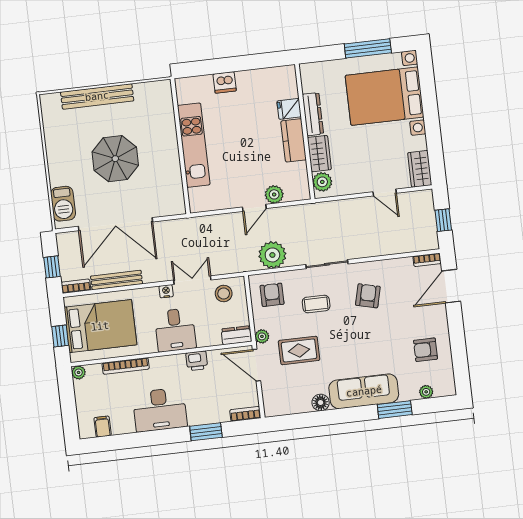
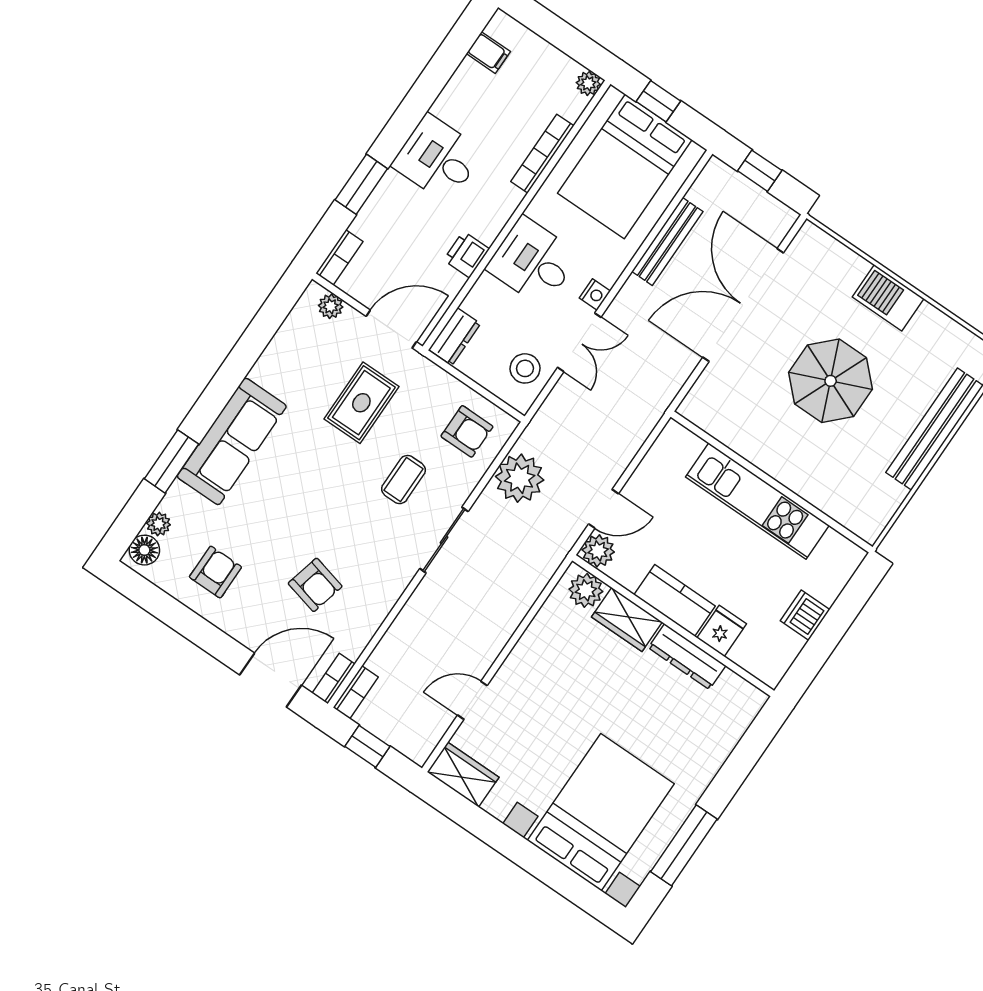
fridge: (289, 109) -> (722, 631), moved
dresser: (313, 114) -> (687, 657), moved
wall: (305, 132) -> (673, 626), moved
kitchen counter: (294, 140) -> (675, 600), moved
wardrobe: (319, 154) -> (627, 620), moved
plant: (322, 182) -> (586, 590), moved
barbecue: (63, 204) -> (888, 298), moved
door: (254, 208) -> (603, 509), swing flipped
bookcase: (76, 286) -> (356, 692), moved
door: (451, 286) -> (270, 680), hinge flipped
armchair: (368, 296) -> (315, 585), moved
plant: (262, 336) -> (331, 306), moved
floor lamp: (321, 403) -> (144, 550), moved
desk: (160, 410) -> (437, 158), width x0.73

